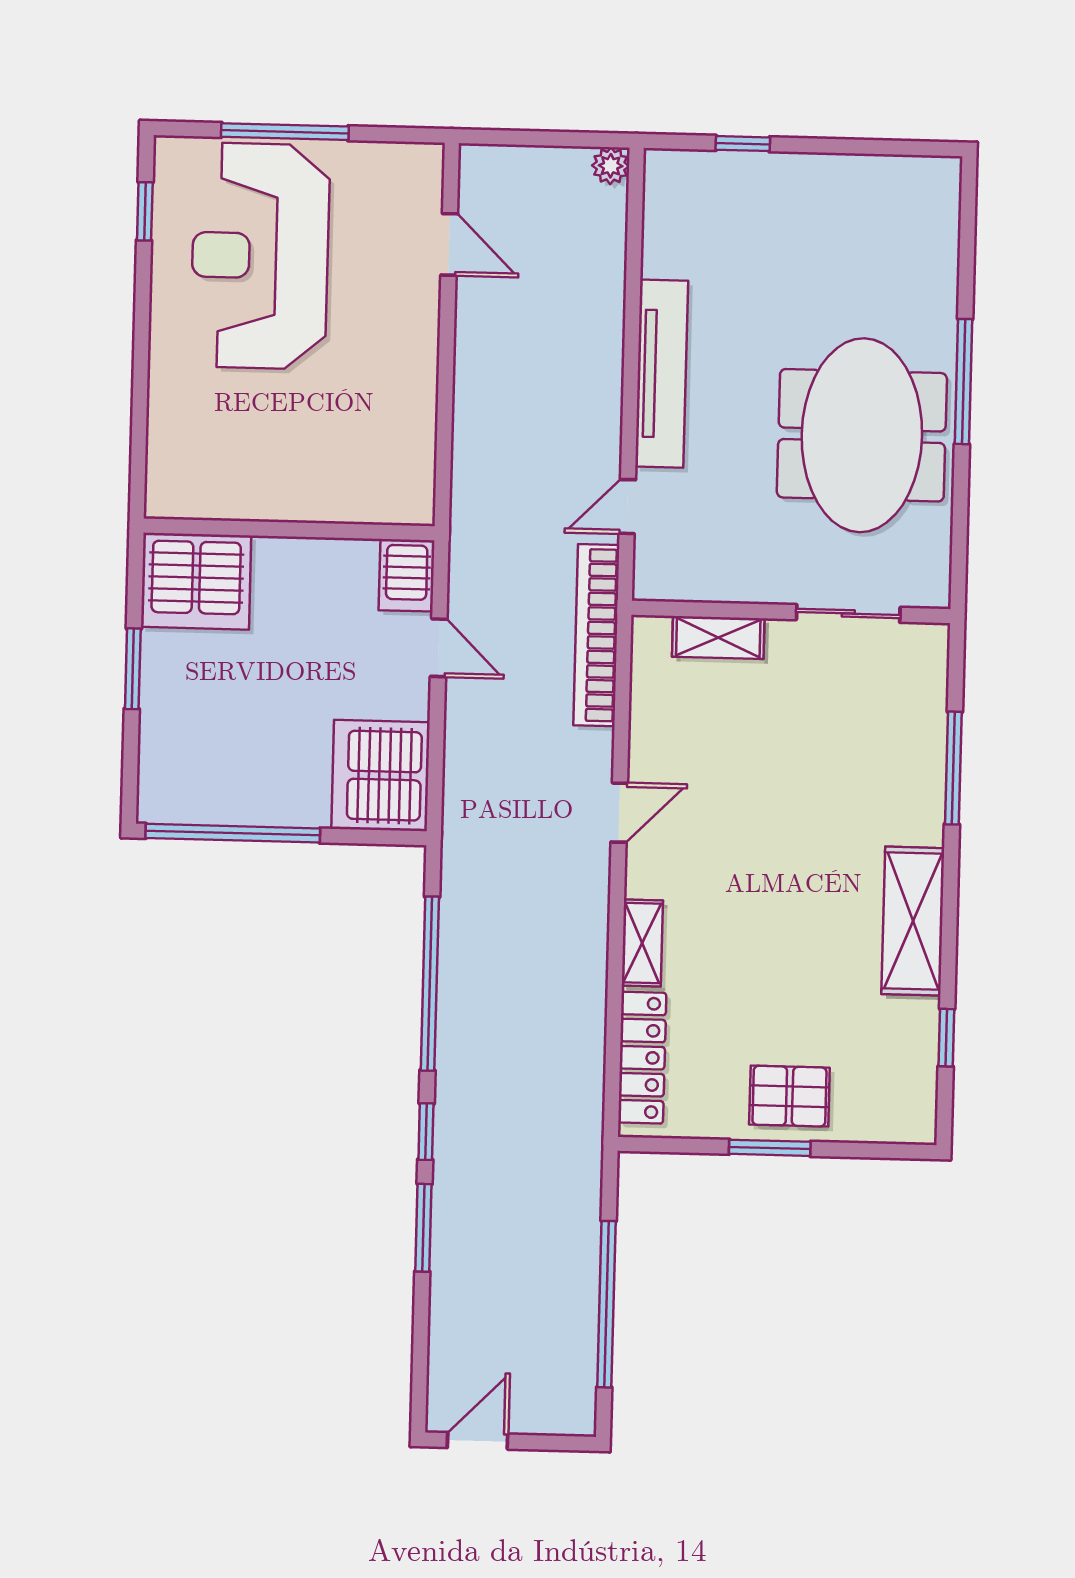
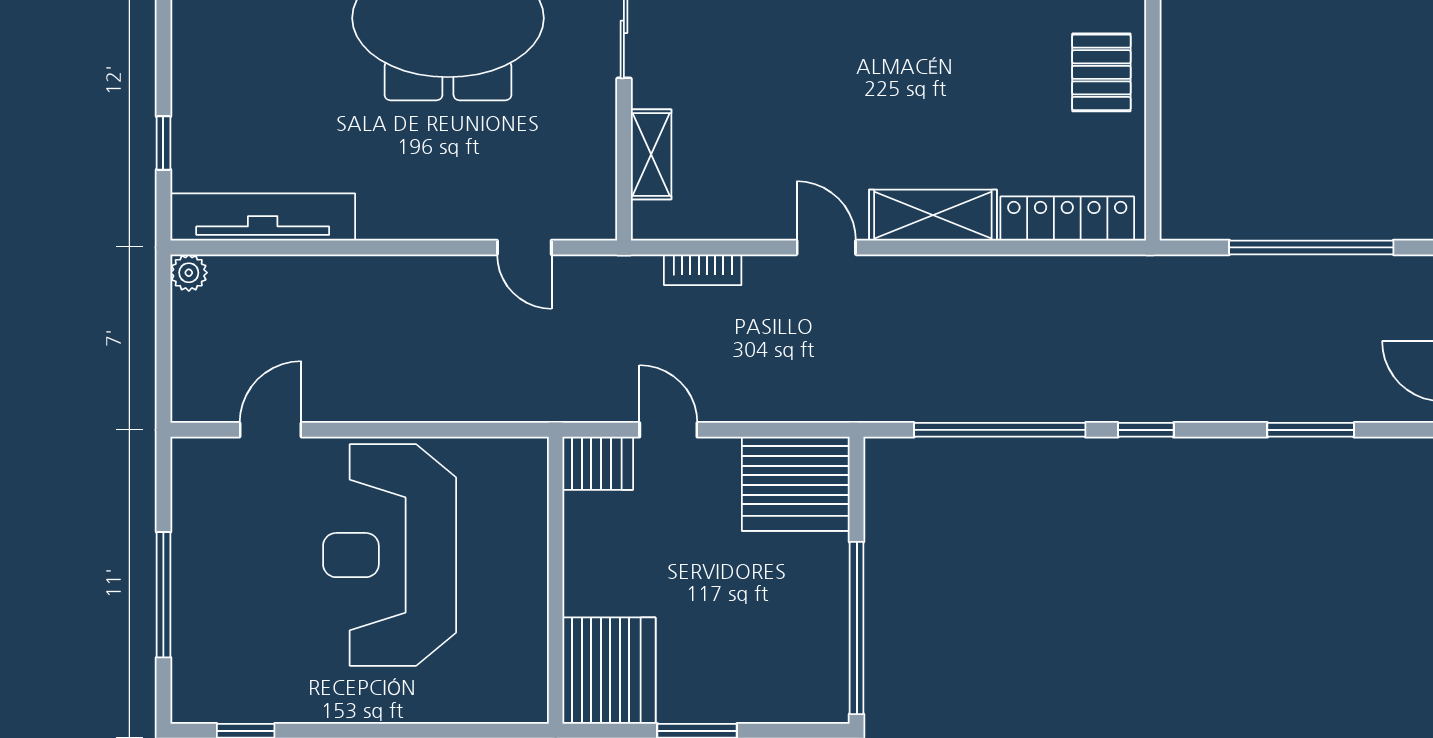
reception desk: (260, 256) -> (390, 555), moved, turned 90
tv unit: (662, 374) -> (263, 217), moved
bookcase: (596, 635) -> (703, 270), width x0.43, depth x0.76
door: (439, 648) -> (668, 430), hinge flipped
shelving: (642, 943) -> (933, 215), width x1.50, depth x1.33
window: (770, 1148) -> (1153, 90), removed
window: (423, 1228) -> (1311, 430), moved

